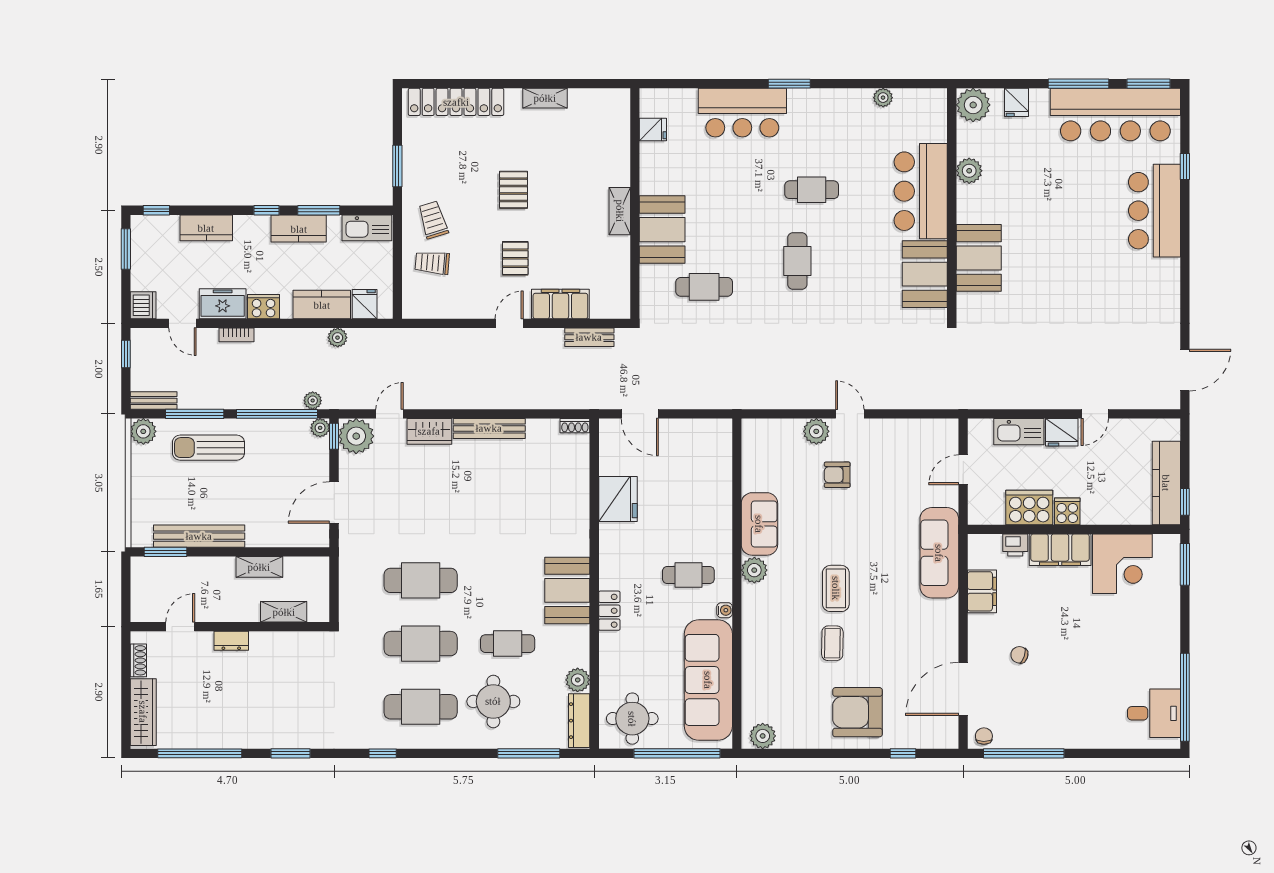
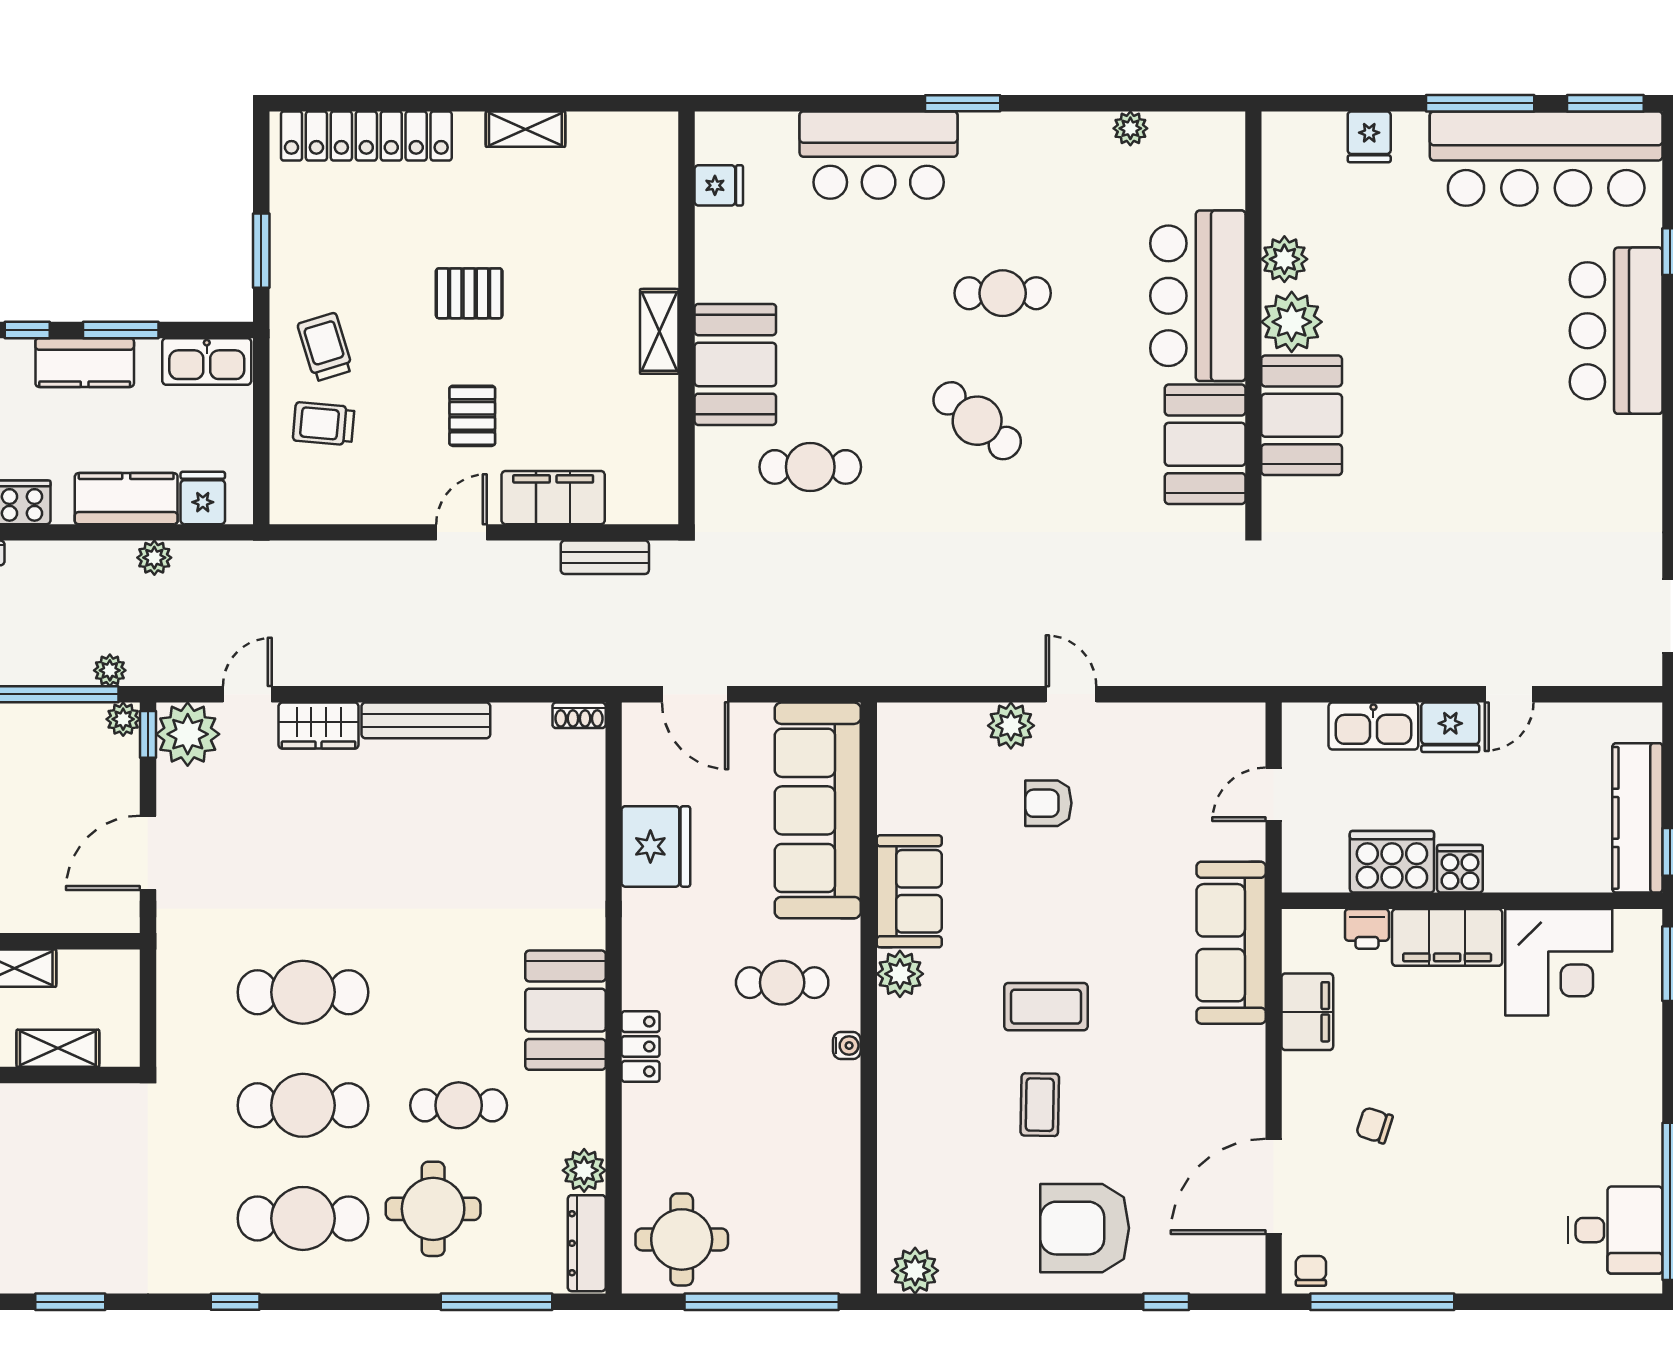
plant: (973, 105) -> (1292, 322), moved
pallet: (513, 190) -> (469, 293), turned 90
cafe table: (797, 261) -> (977, 421), turned -51
coffee table: (836, 588) -> (1046, 1007), turned 90
sofa: (708, 680) -> (818, 810), moved

